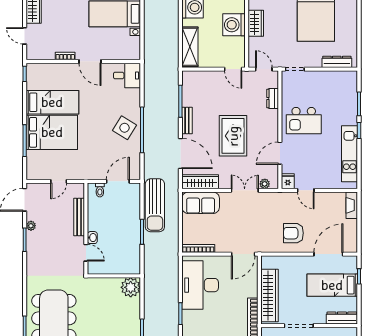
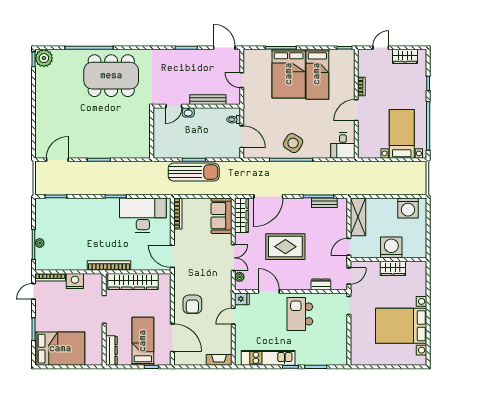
shelving: (190, 47) -> (358, 217), moved, turned 90
dresser: (337, 62) -> (356, 346), removed
bench: (187, 121) -> (324, 203), moved
sun lounger: (155, 205) -> (194, 172), moved, turned 180
plant: (31, 226) -> (200, 54), removed
armchair: (293, 233) -> (192, 304), turned 180
plant: (131, 287) -> (141, 149), removed

